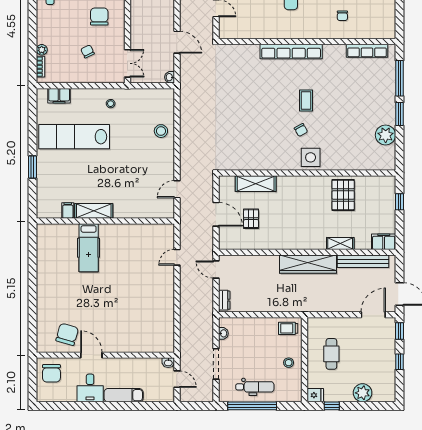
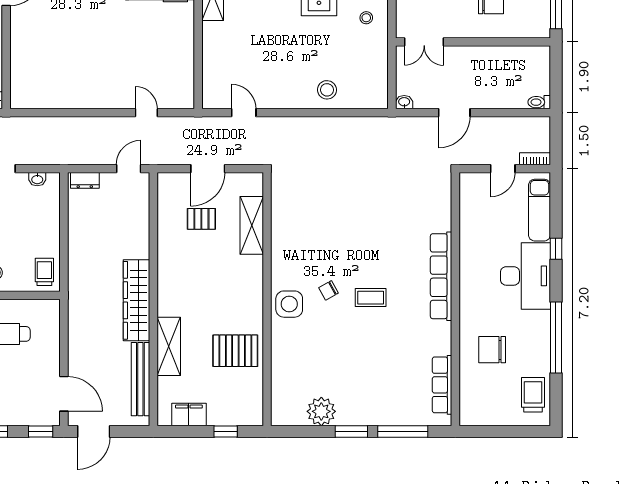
chair: (342, 16) -> (492, 350), width x1.87, depth x1.87
filing cabinet: (384, 242) -> (189, 414), moved, turned -90
shelving: (340, 244) -> (169, 346), width x1.50, depth x1.33

